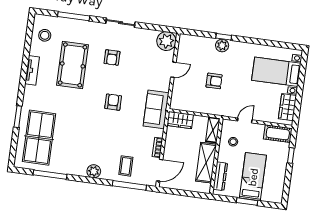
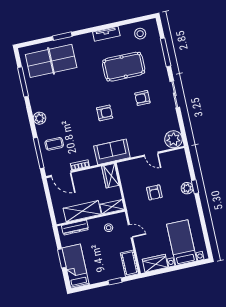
bed: (253, 177) -> (76, 266), moved, turned -90

